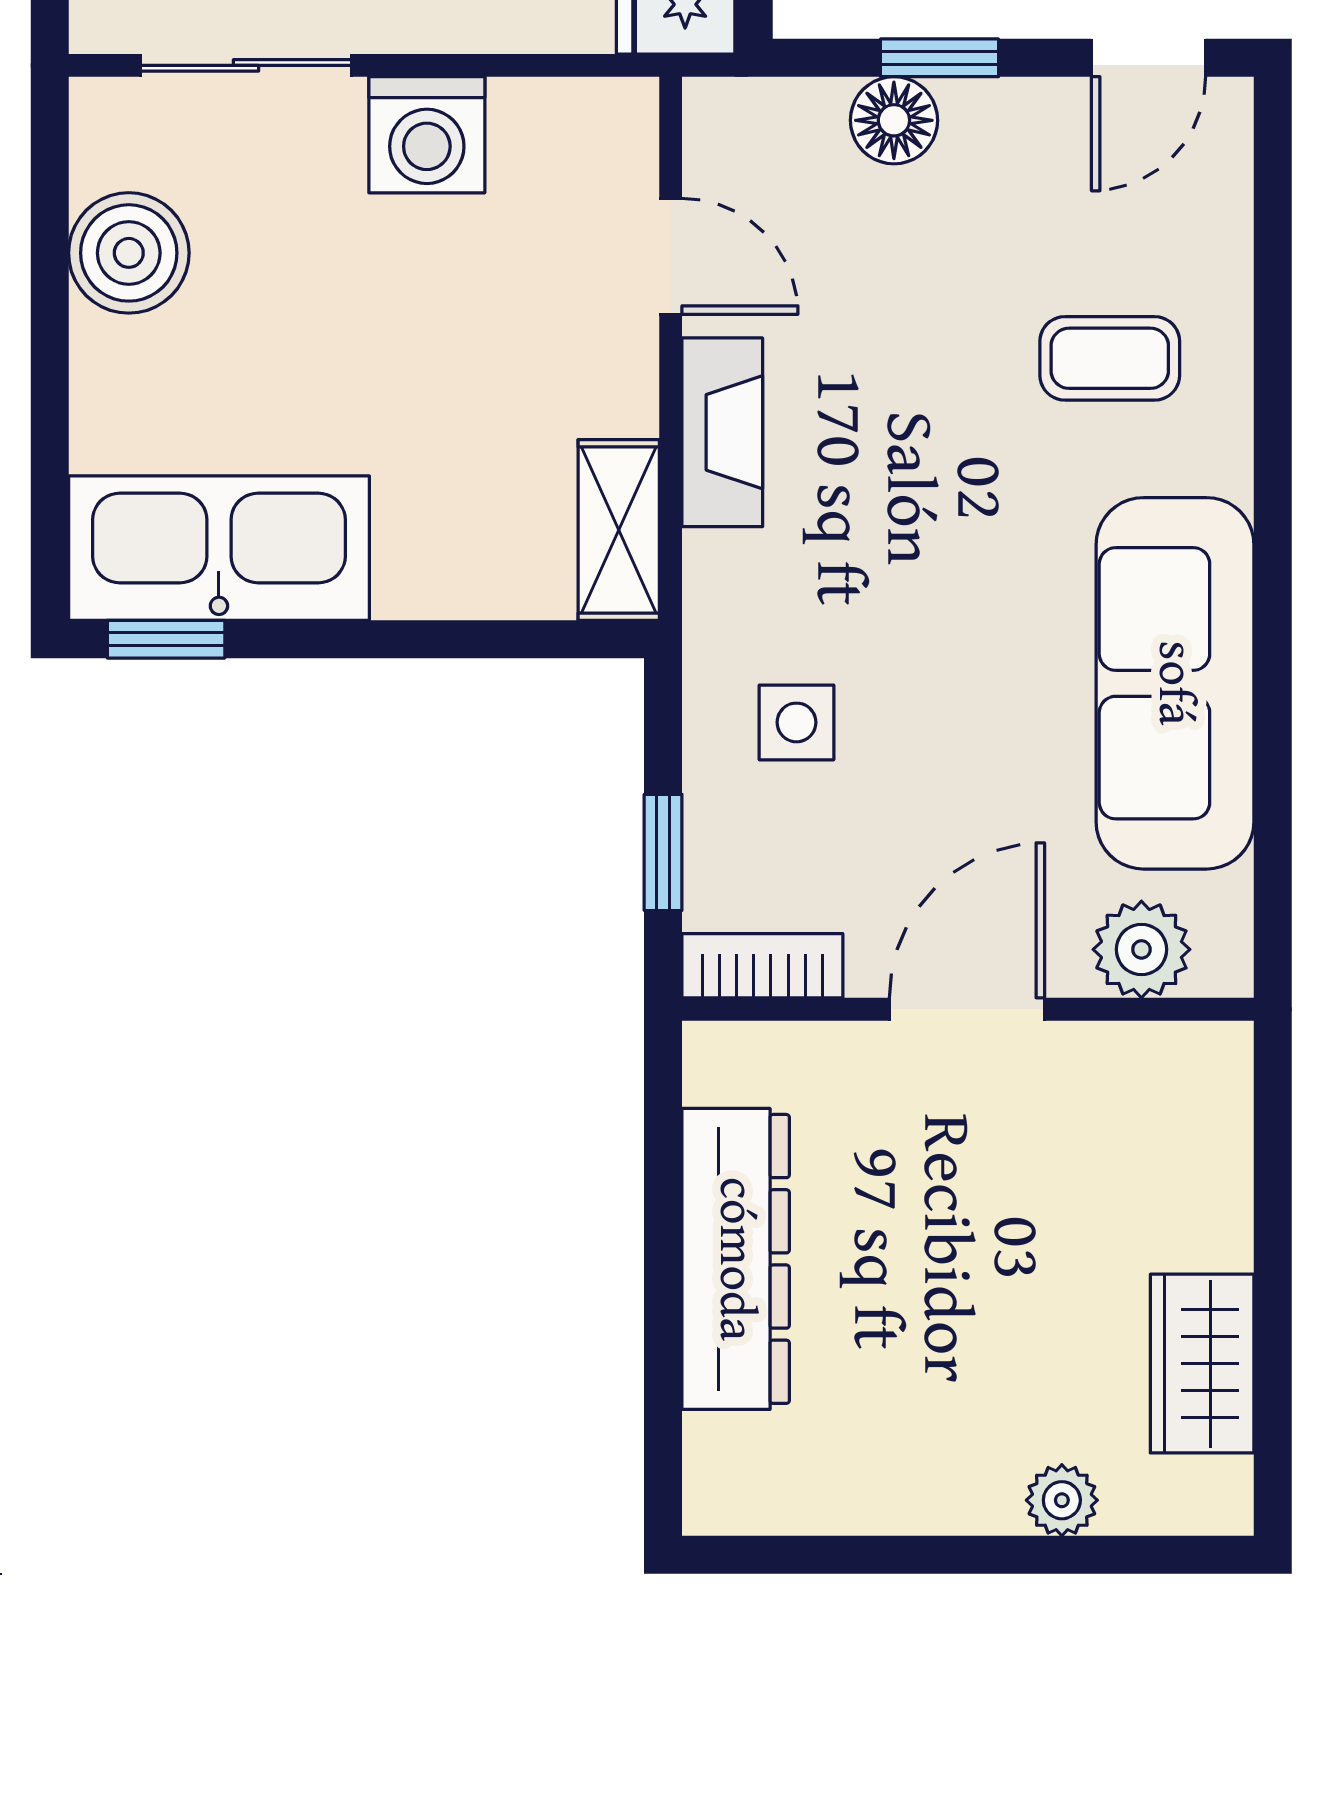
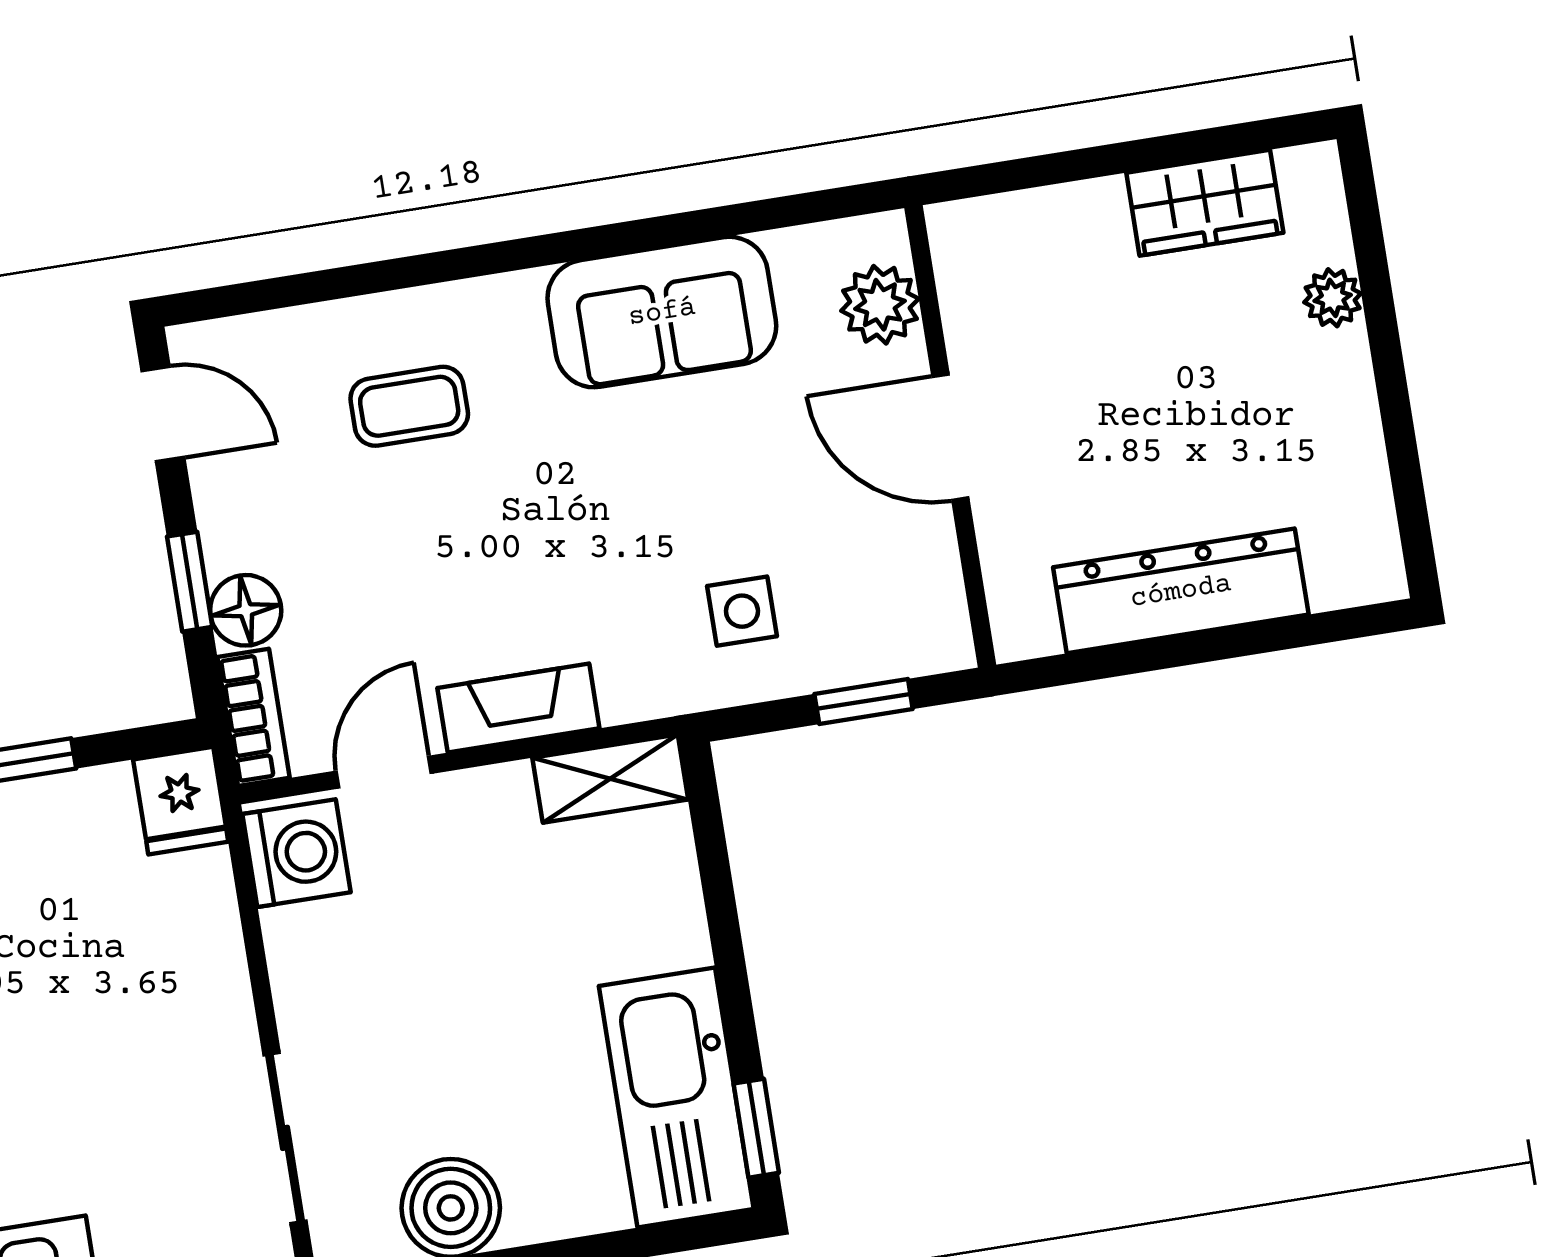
washing machine: (427, 135) -> (297, 853), moved
coffee table: (1110, 358) -> (409, 406), turned 90
sofa: (1175, 683) -> (662, 312), width x0.73
bookcase: (762, 966) -> (253, 717), moved, turned 180

